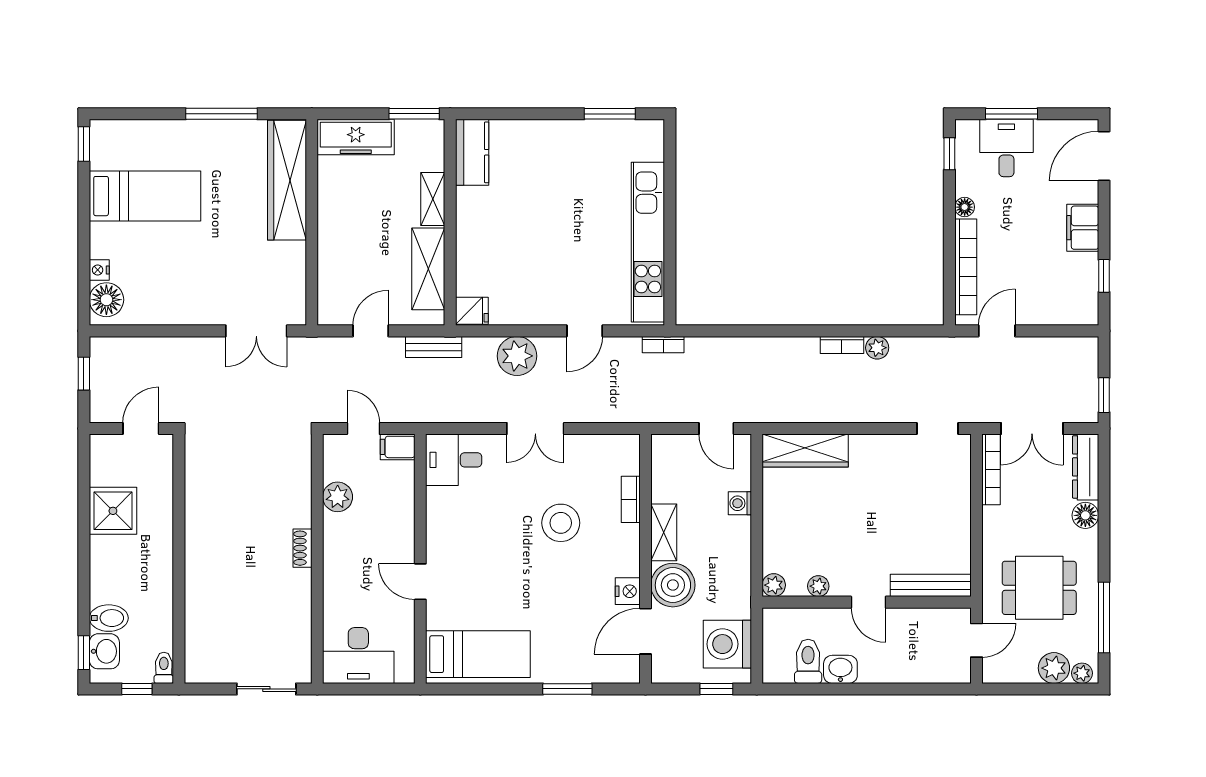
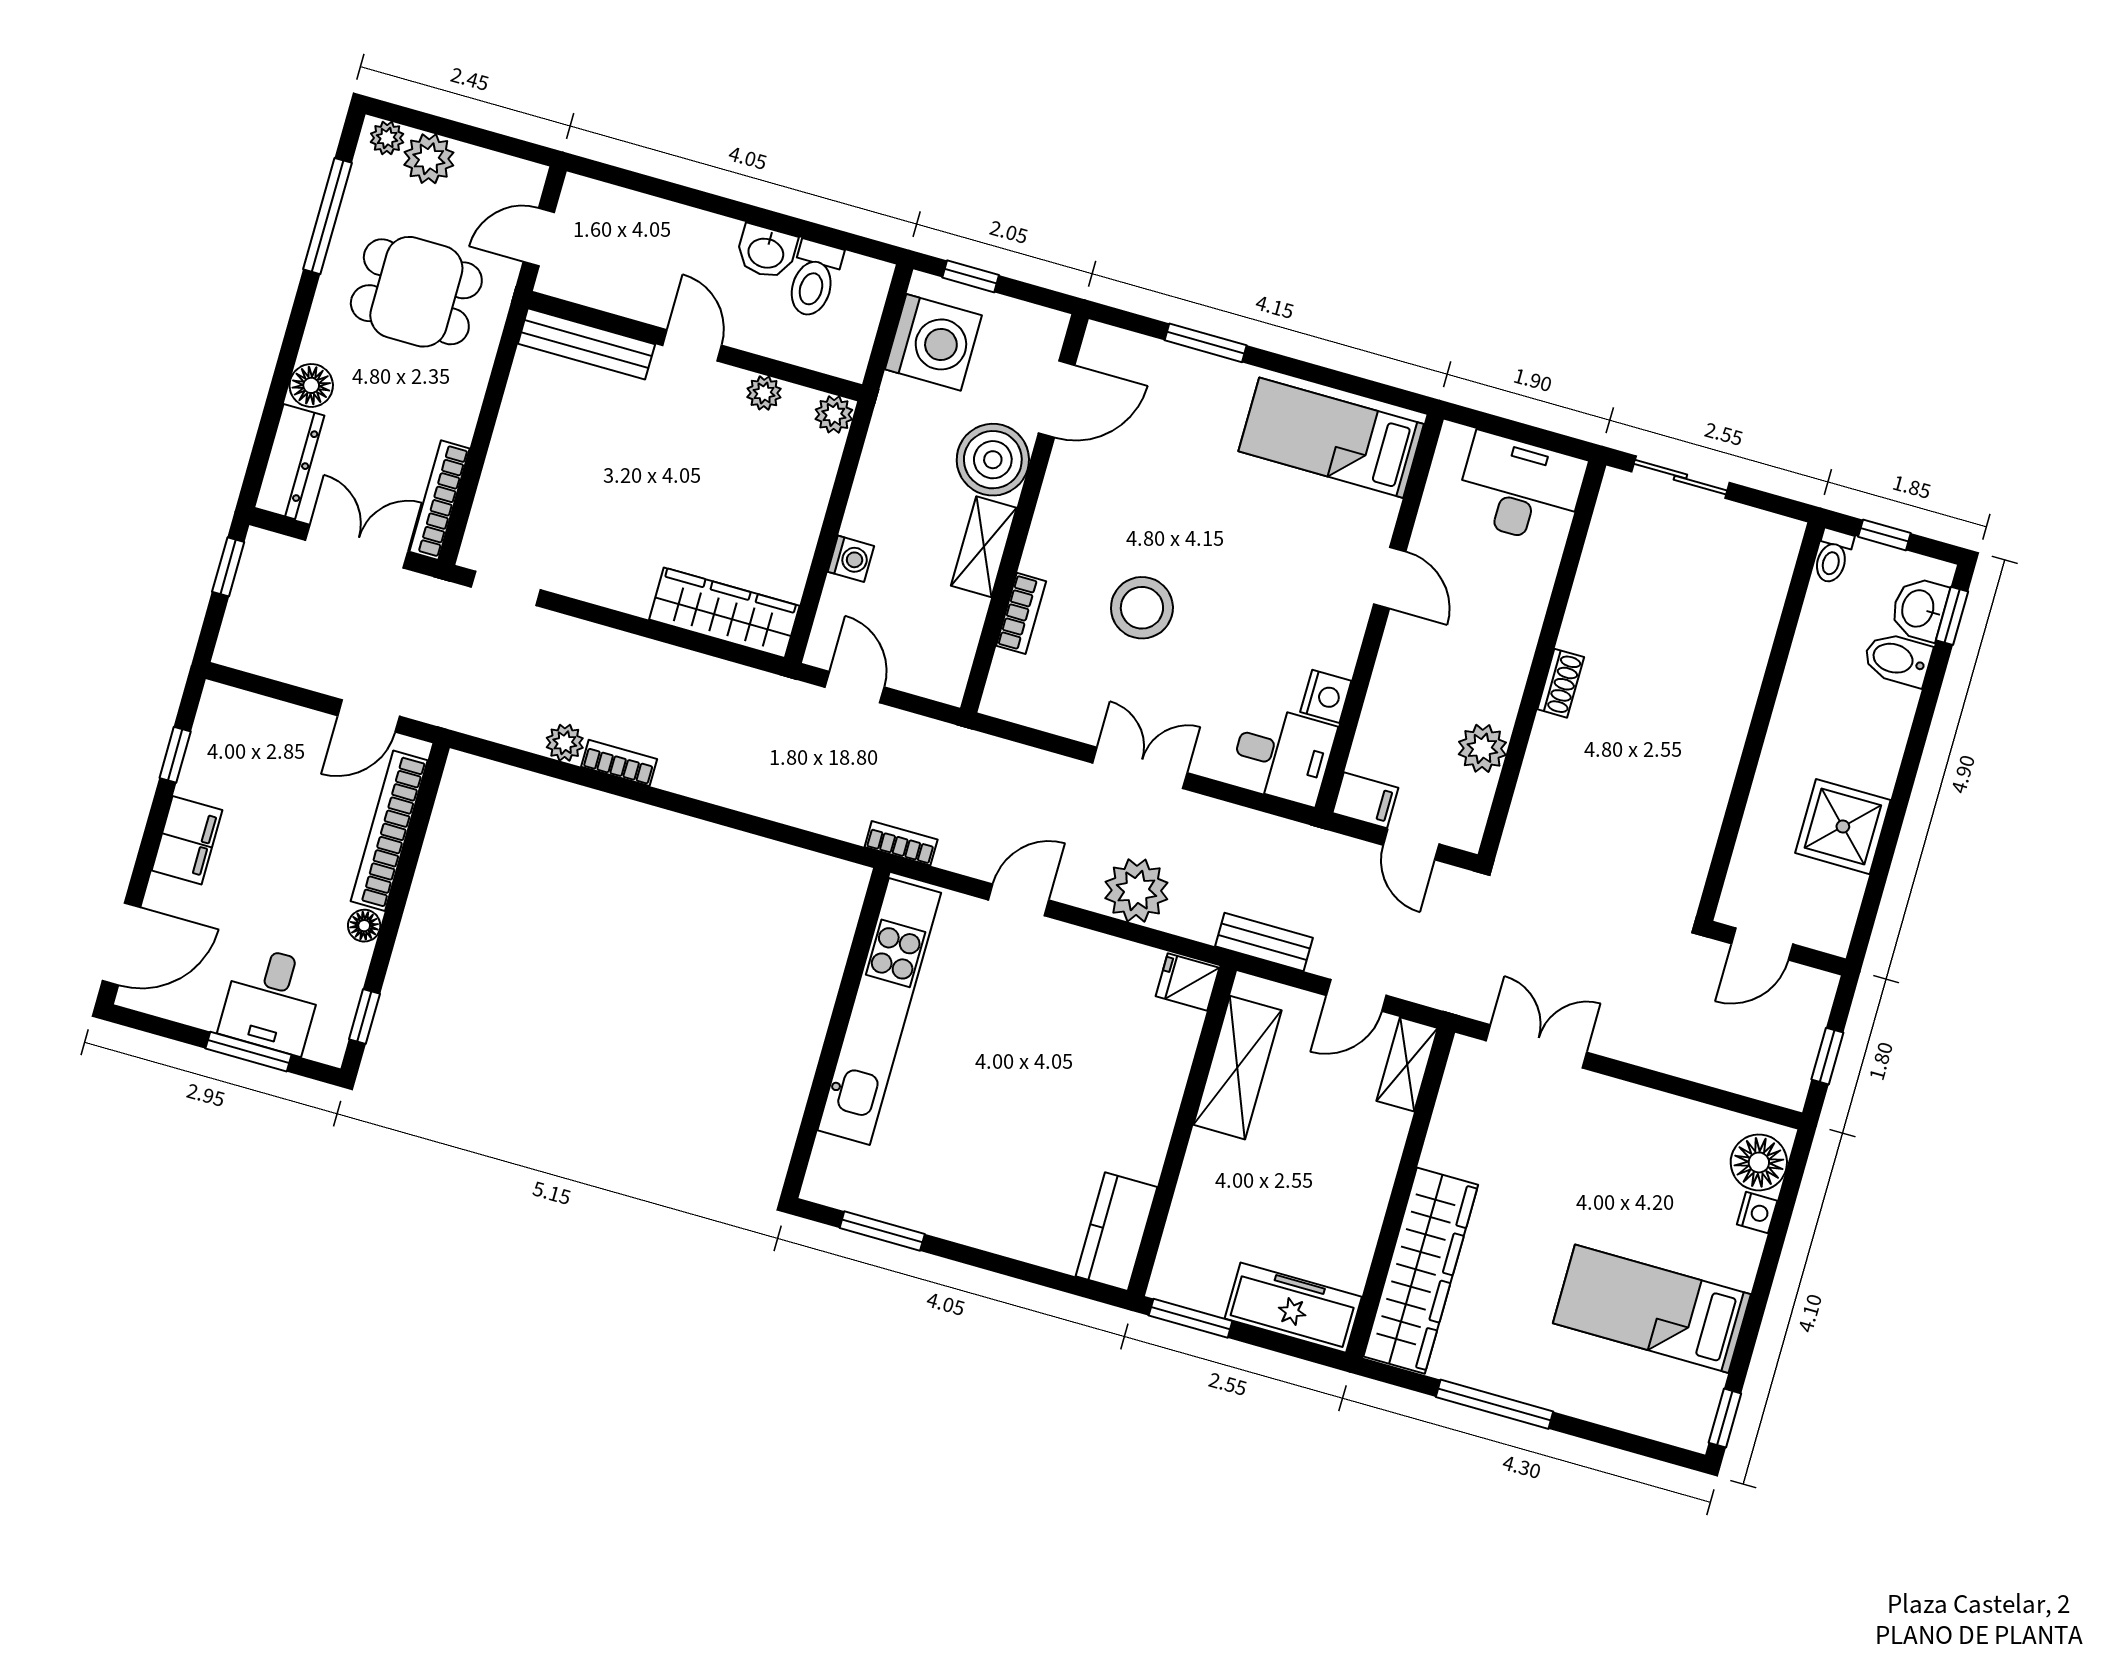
shelving: (433, 199) -> (1407, 1064), moved
nightstand: (628, 591) -> (1326, 696), moved, turned 180

